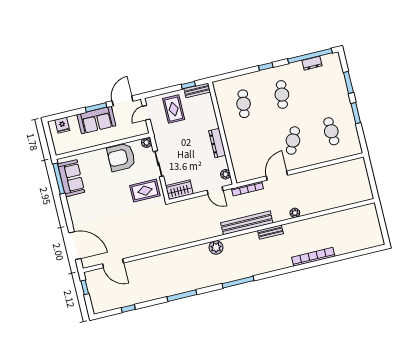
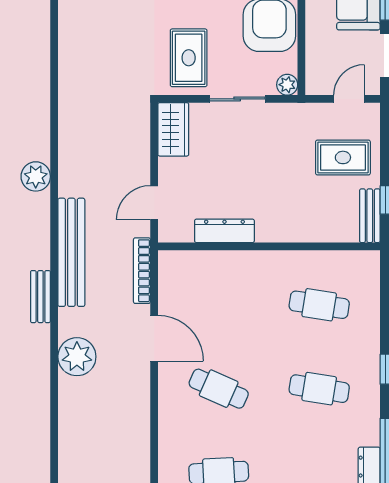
door: (146, 113) -> (349, 99), hinge flipped
dresser: (217, 143) -> (224, 231), moved
plant: (225, 174) -> (182, 232), removed
plant: (295, 213) -> (77, 357), width x1.87, depth x1.87

